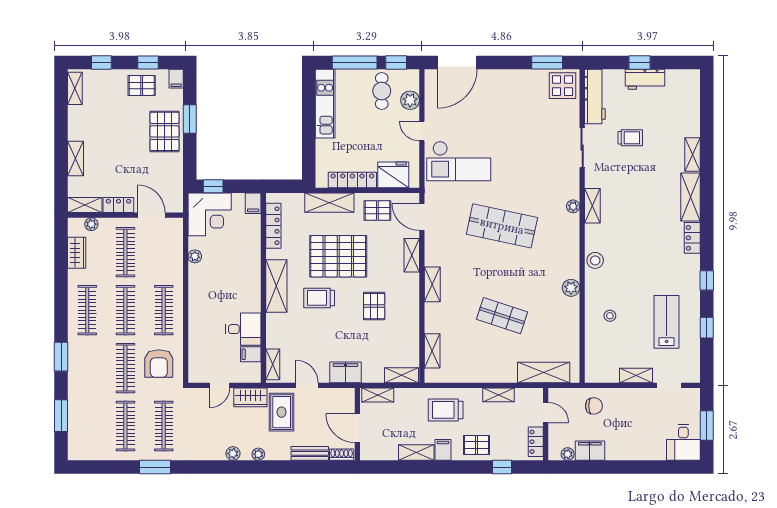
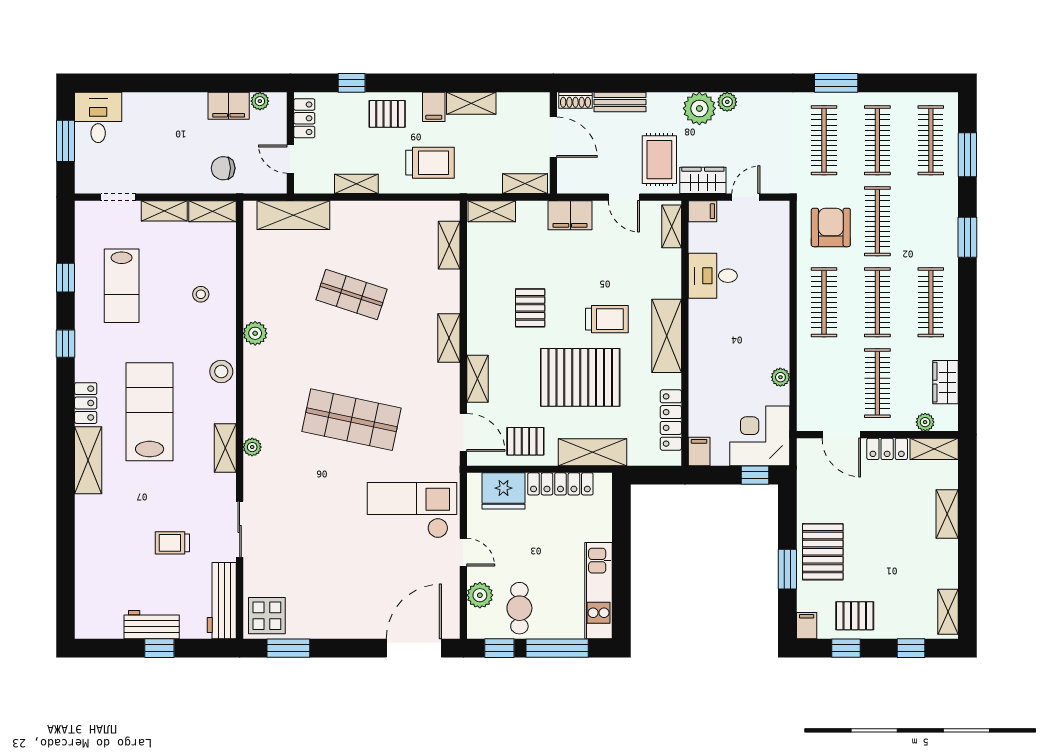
shelving: (692, 155) -> (213, 211), moved, turned 90
lab bench: (647, 232) -> (150, 412), added
filing cabinet: (251, 354) -> (702, 211), moved
clothes rail: (87, 426) -> (931, 140), added
plant: (258, 454) -> (699, 108), width x1.88, depth x1.88

